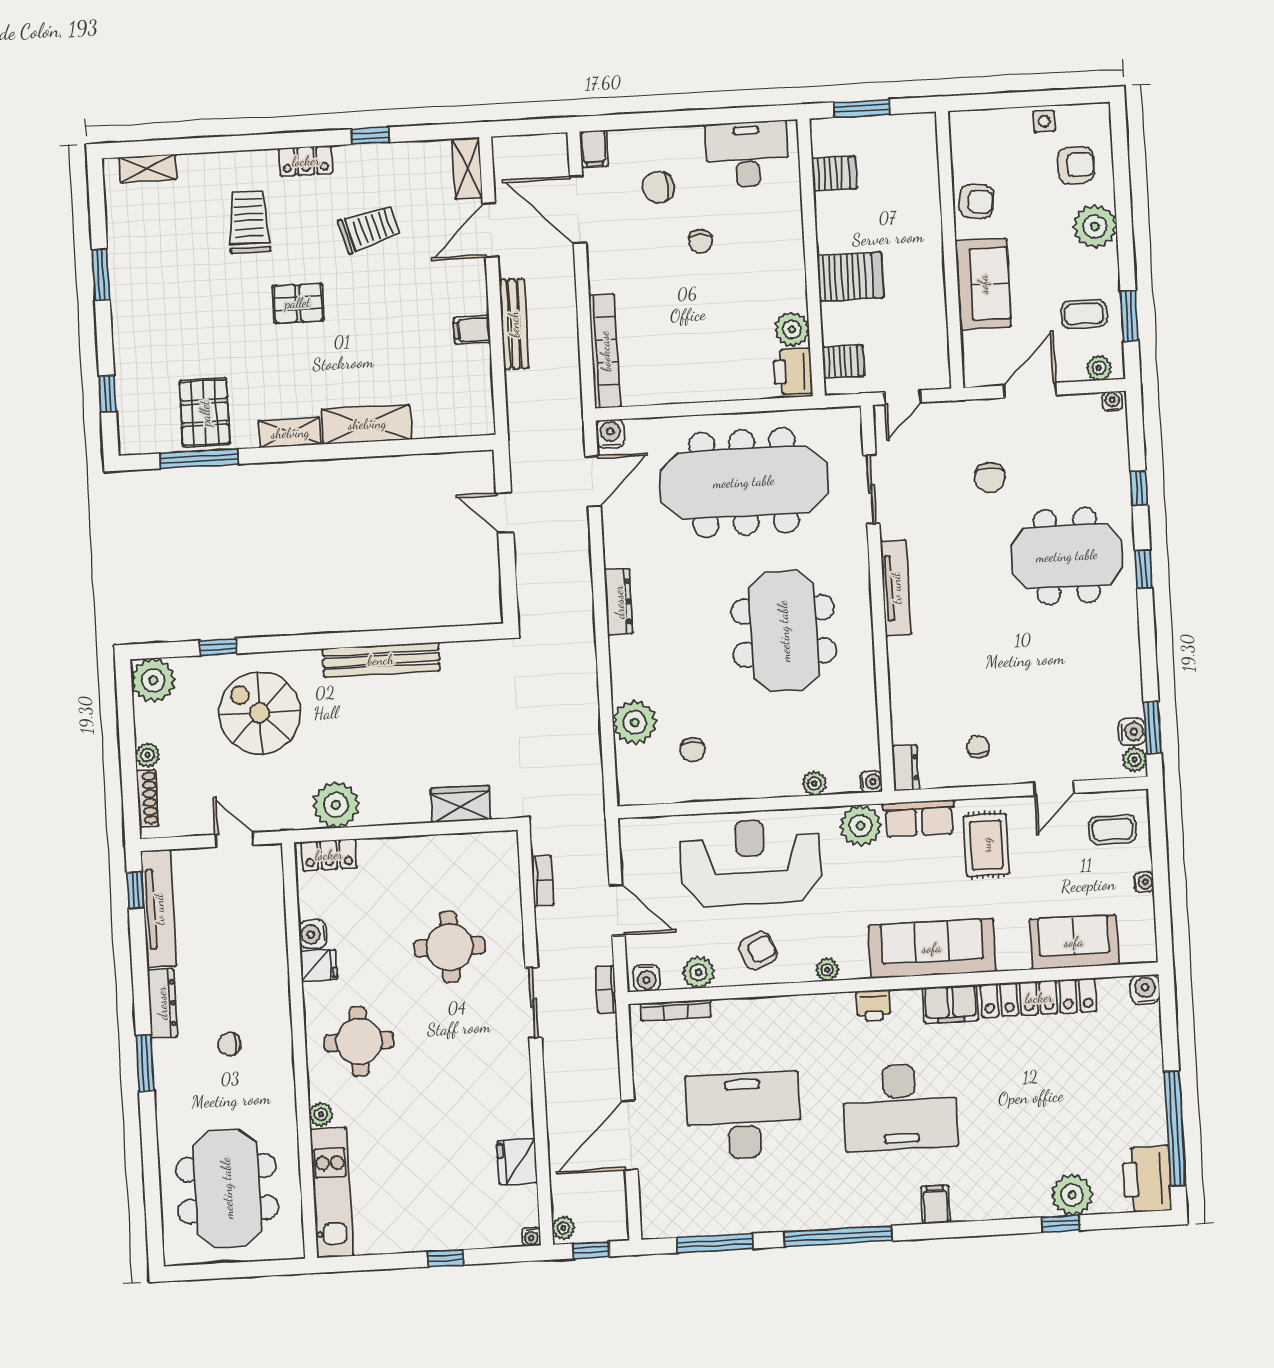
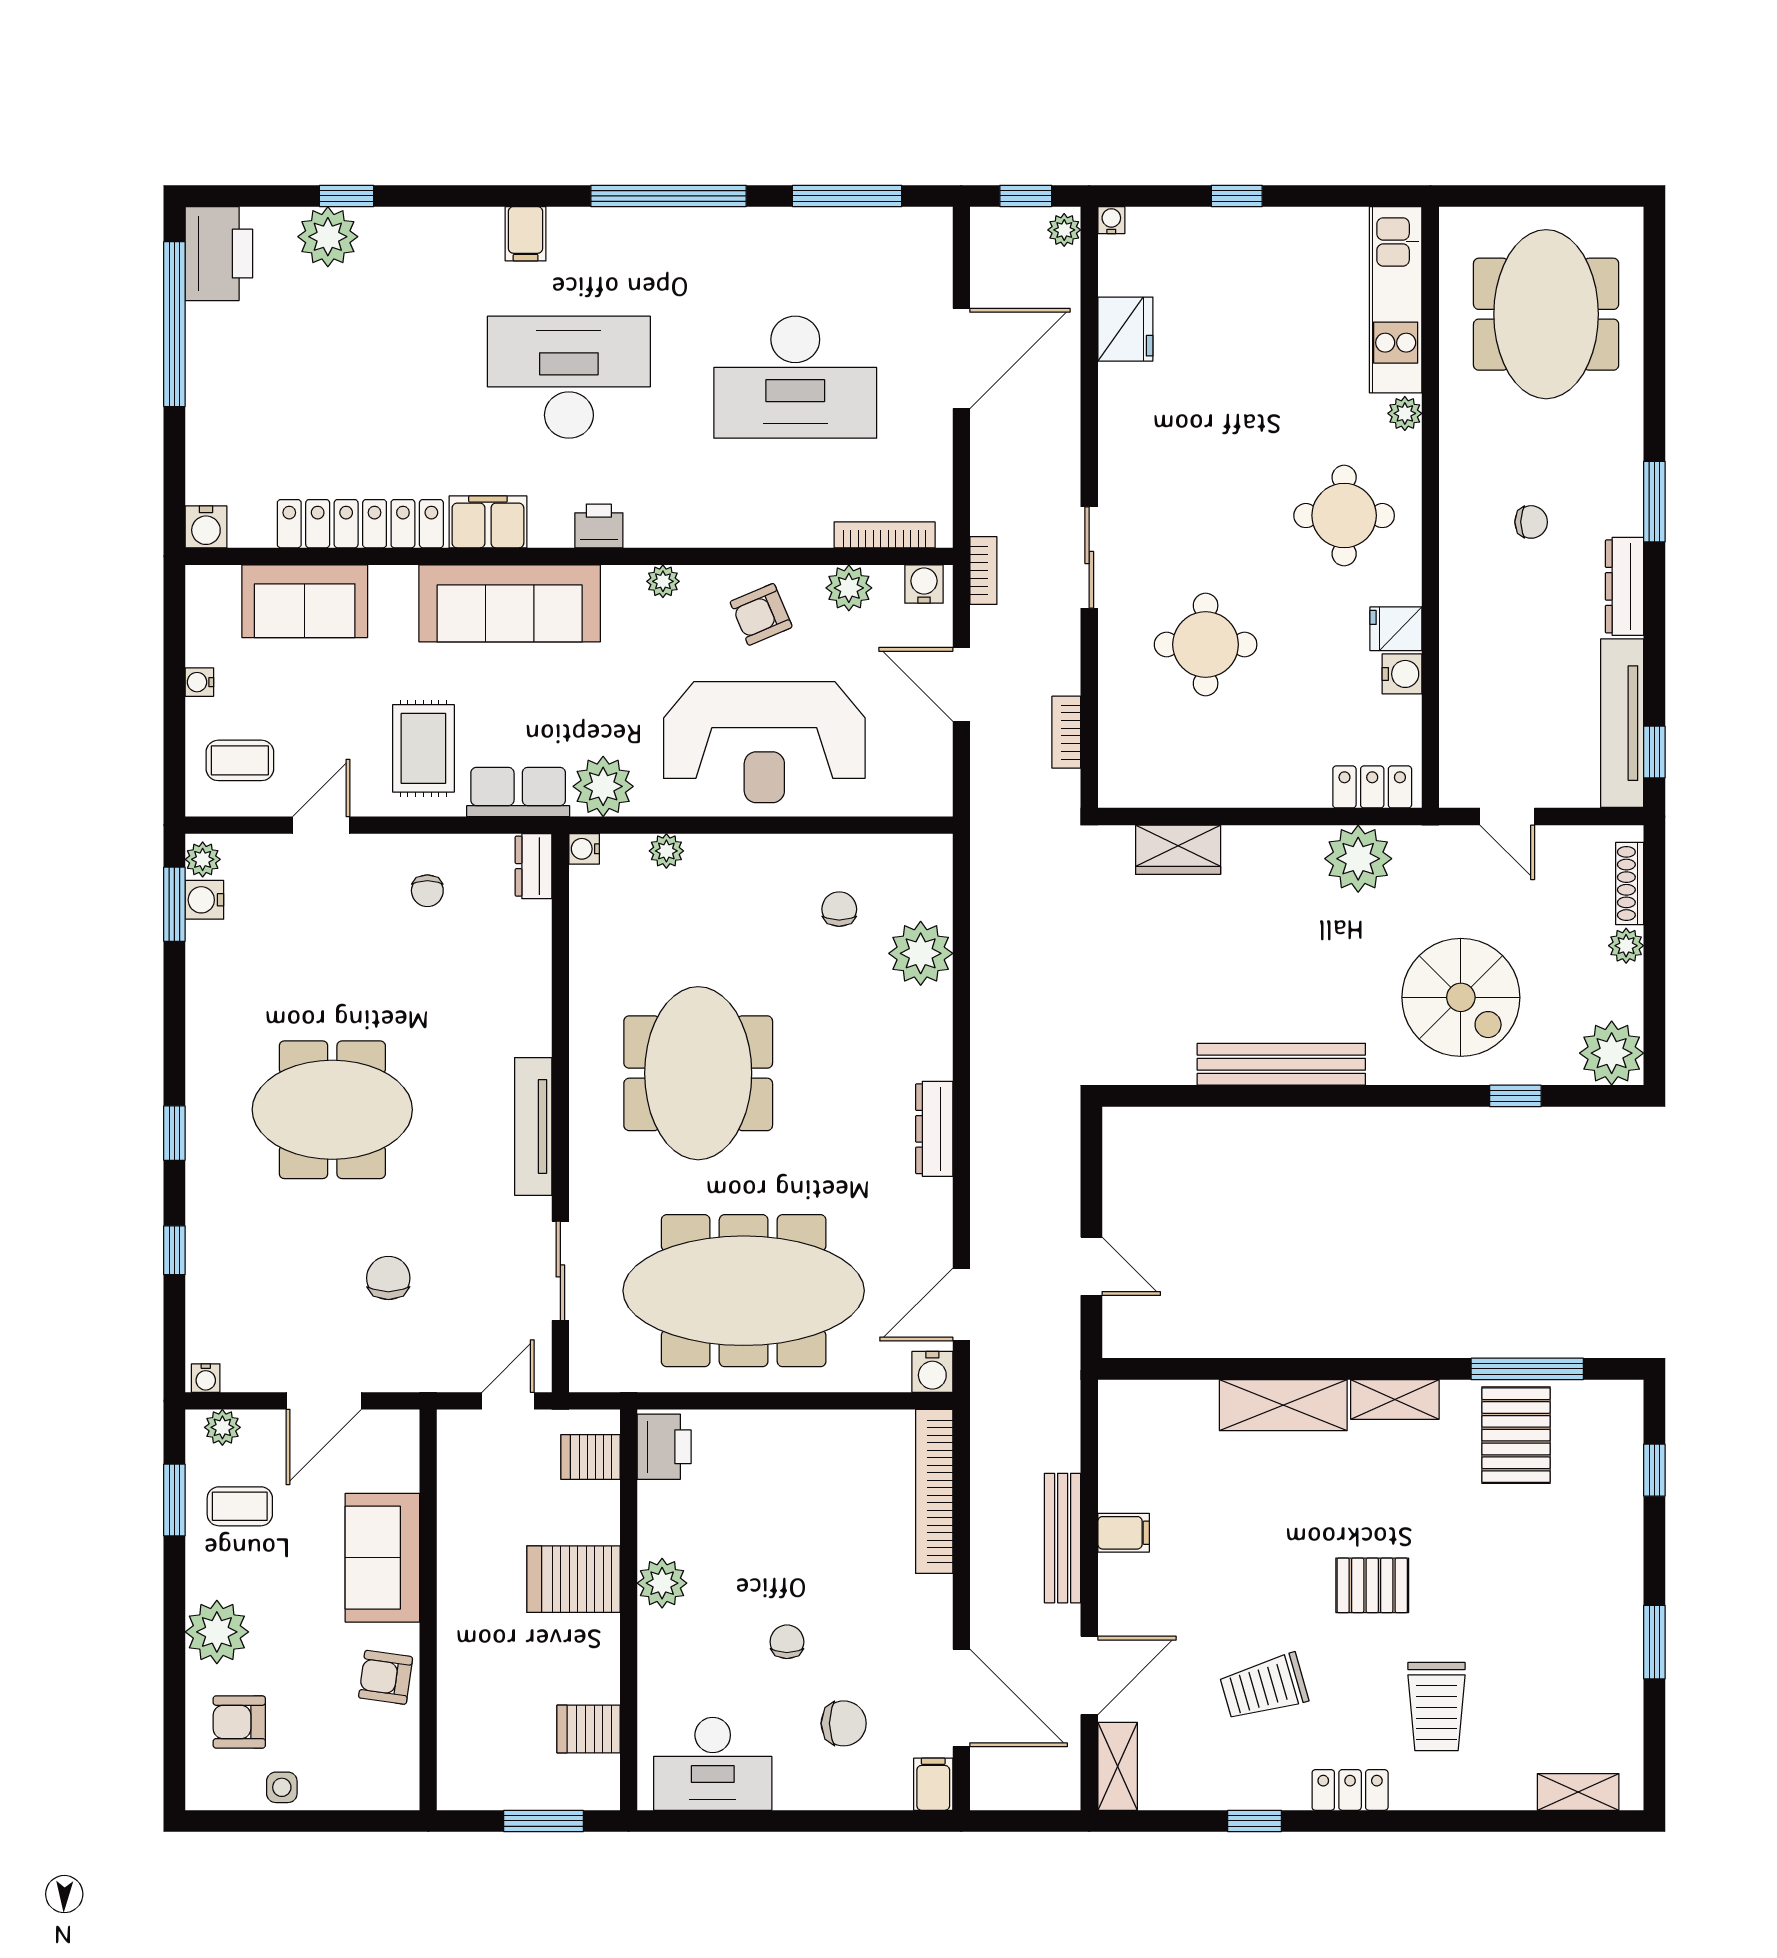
plant: (792, 329) -> (662, 1583), moved
meeting table: (1067, 556) -> (332, 1110), moved

